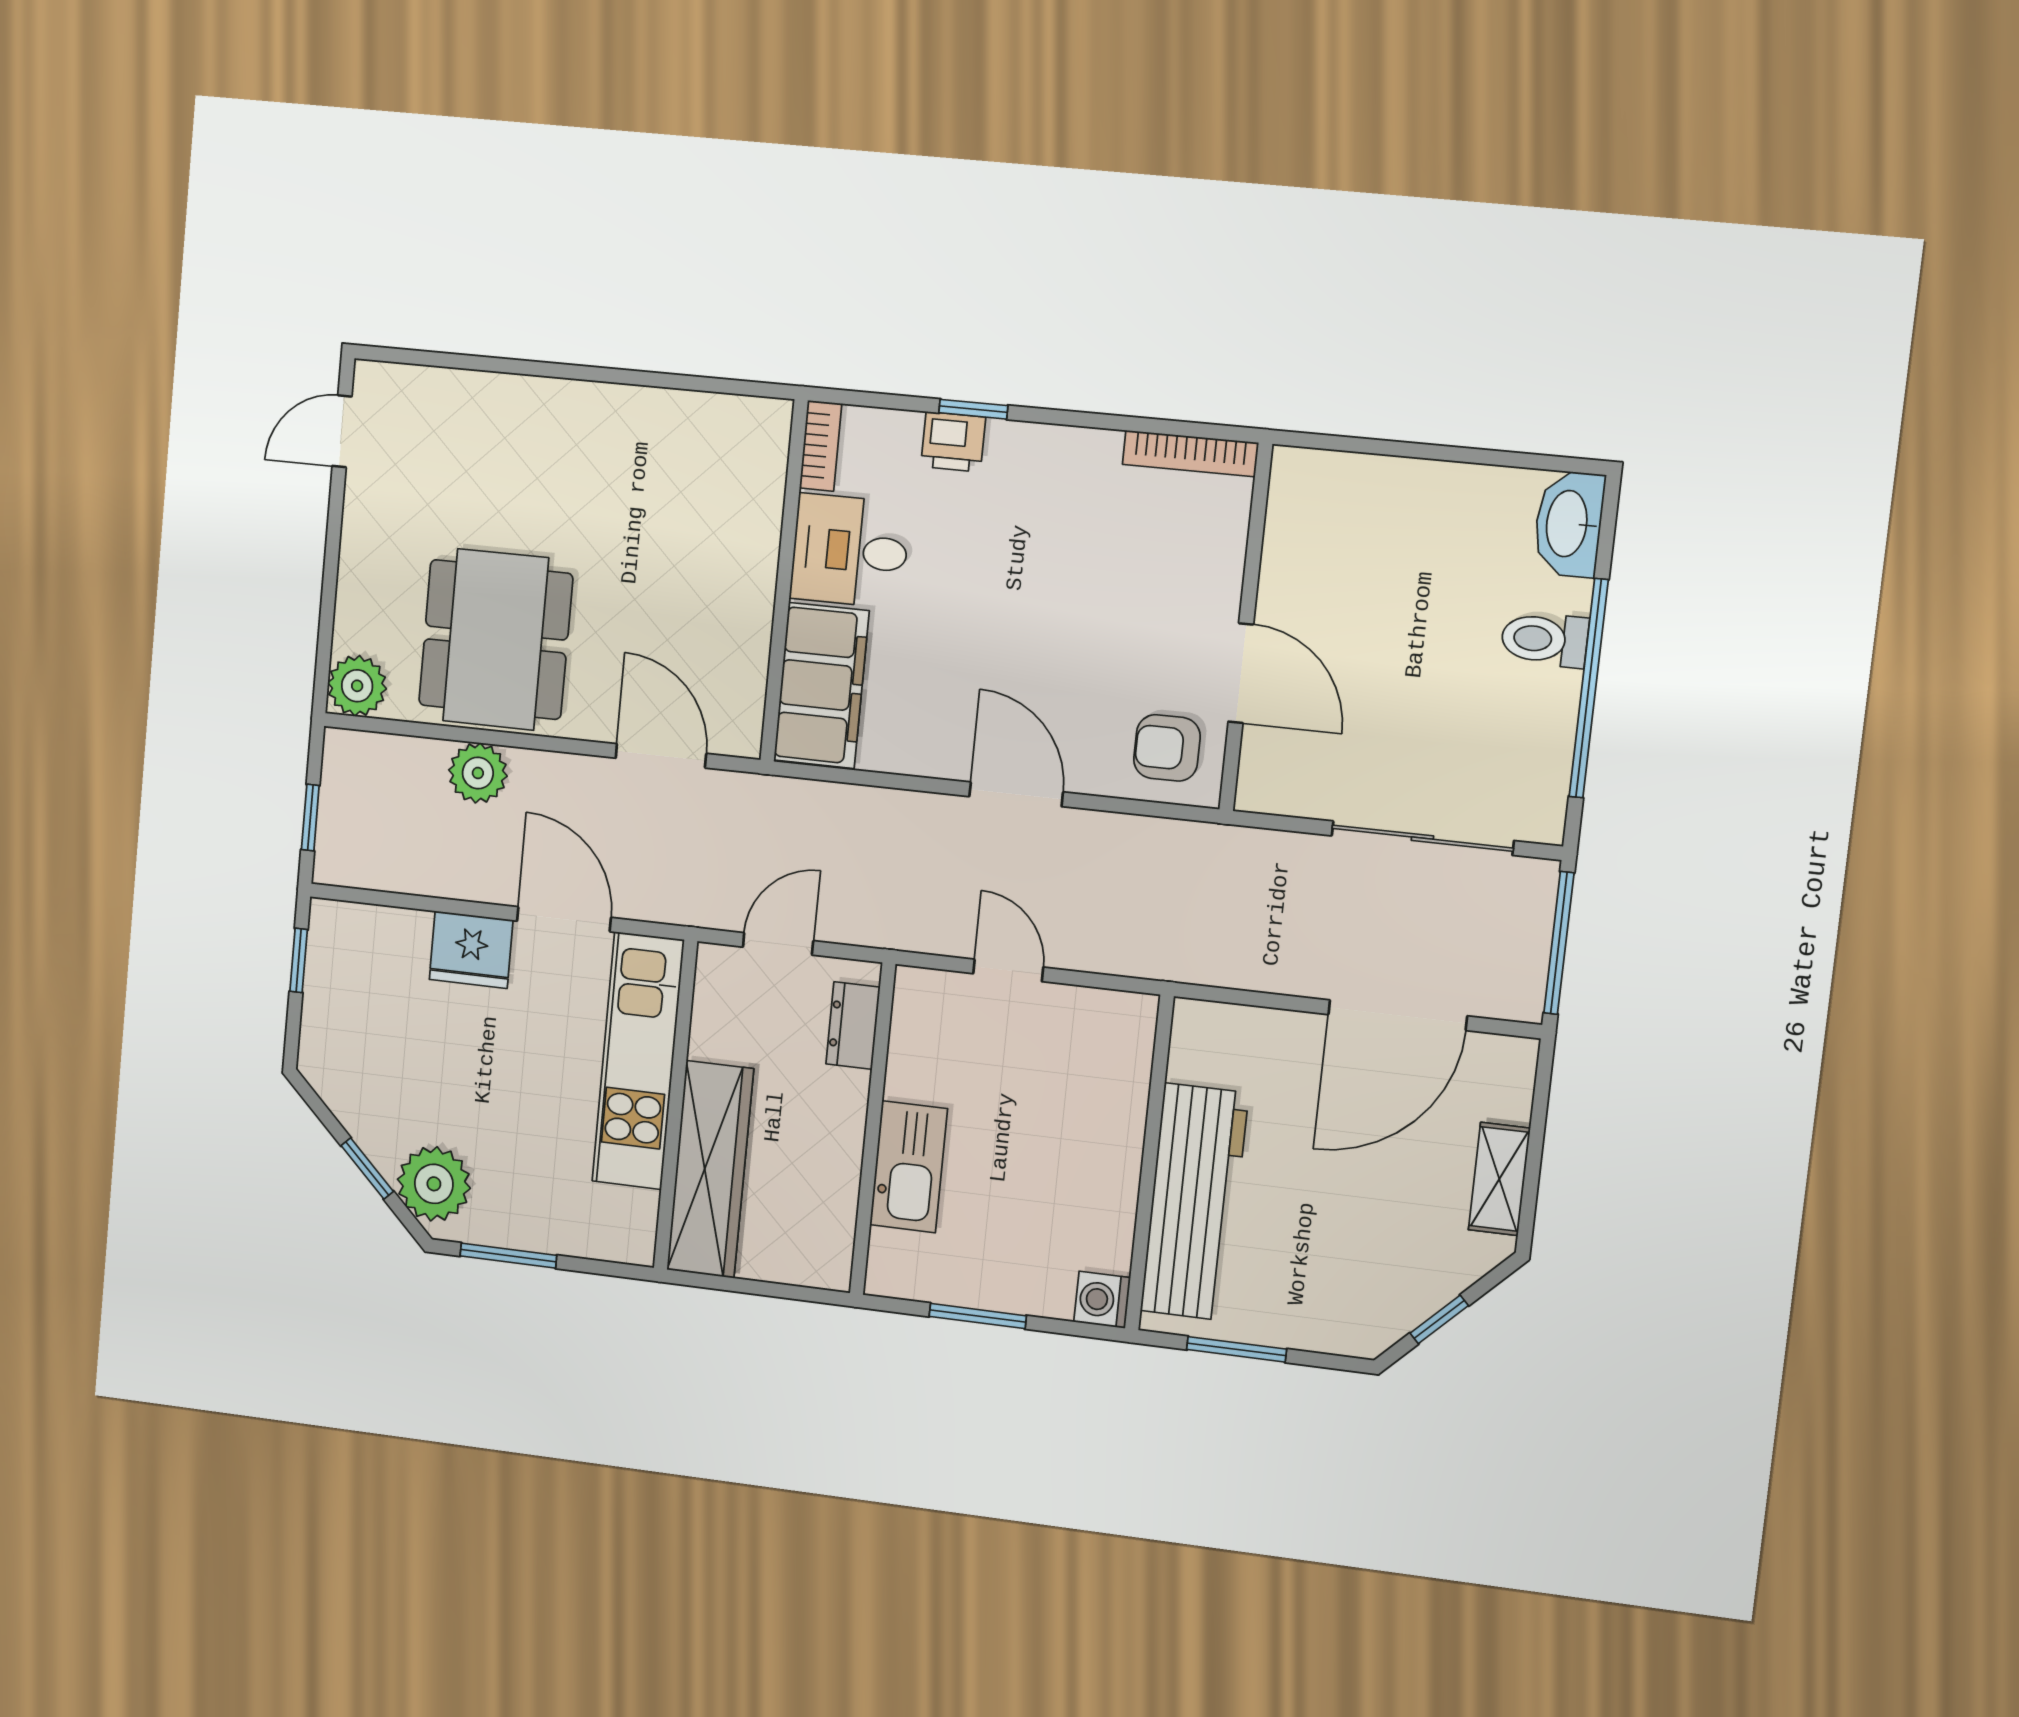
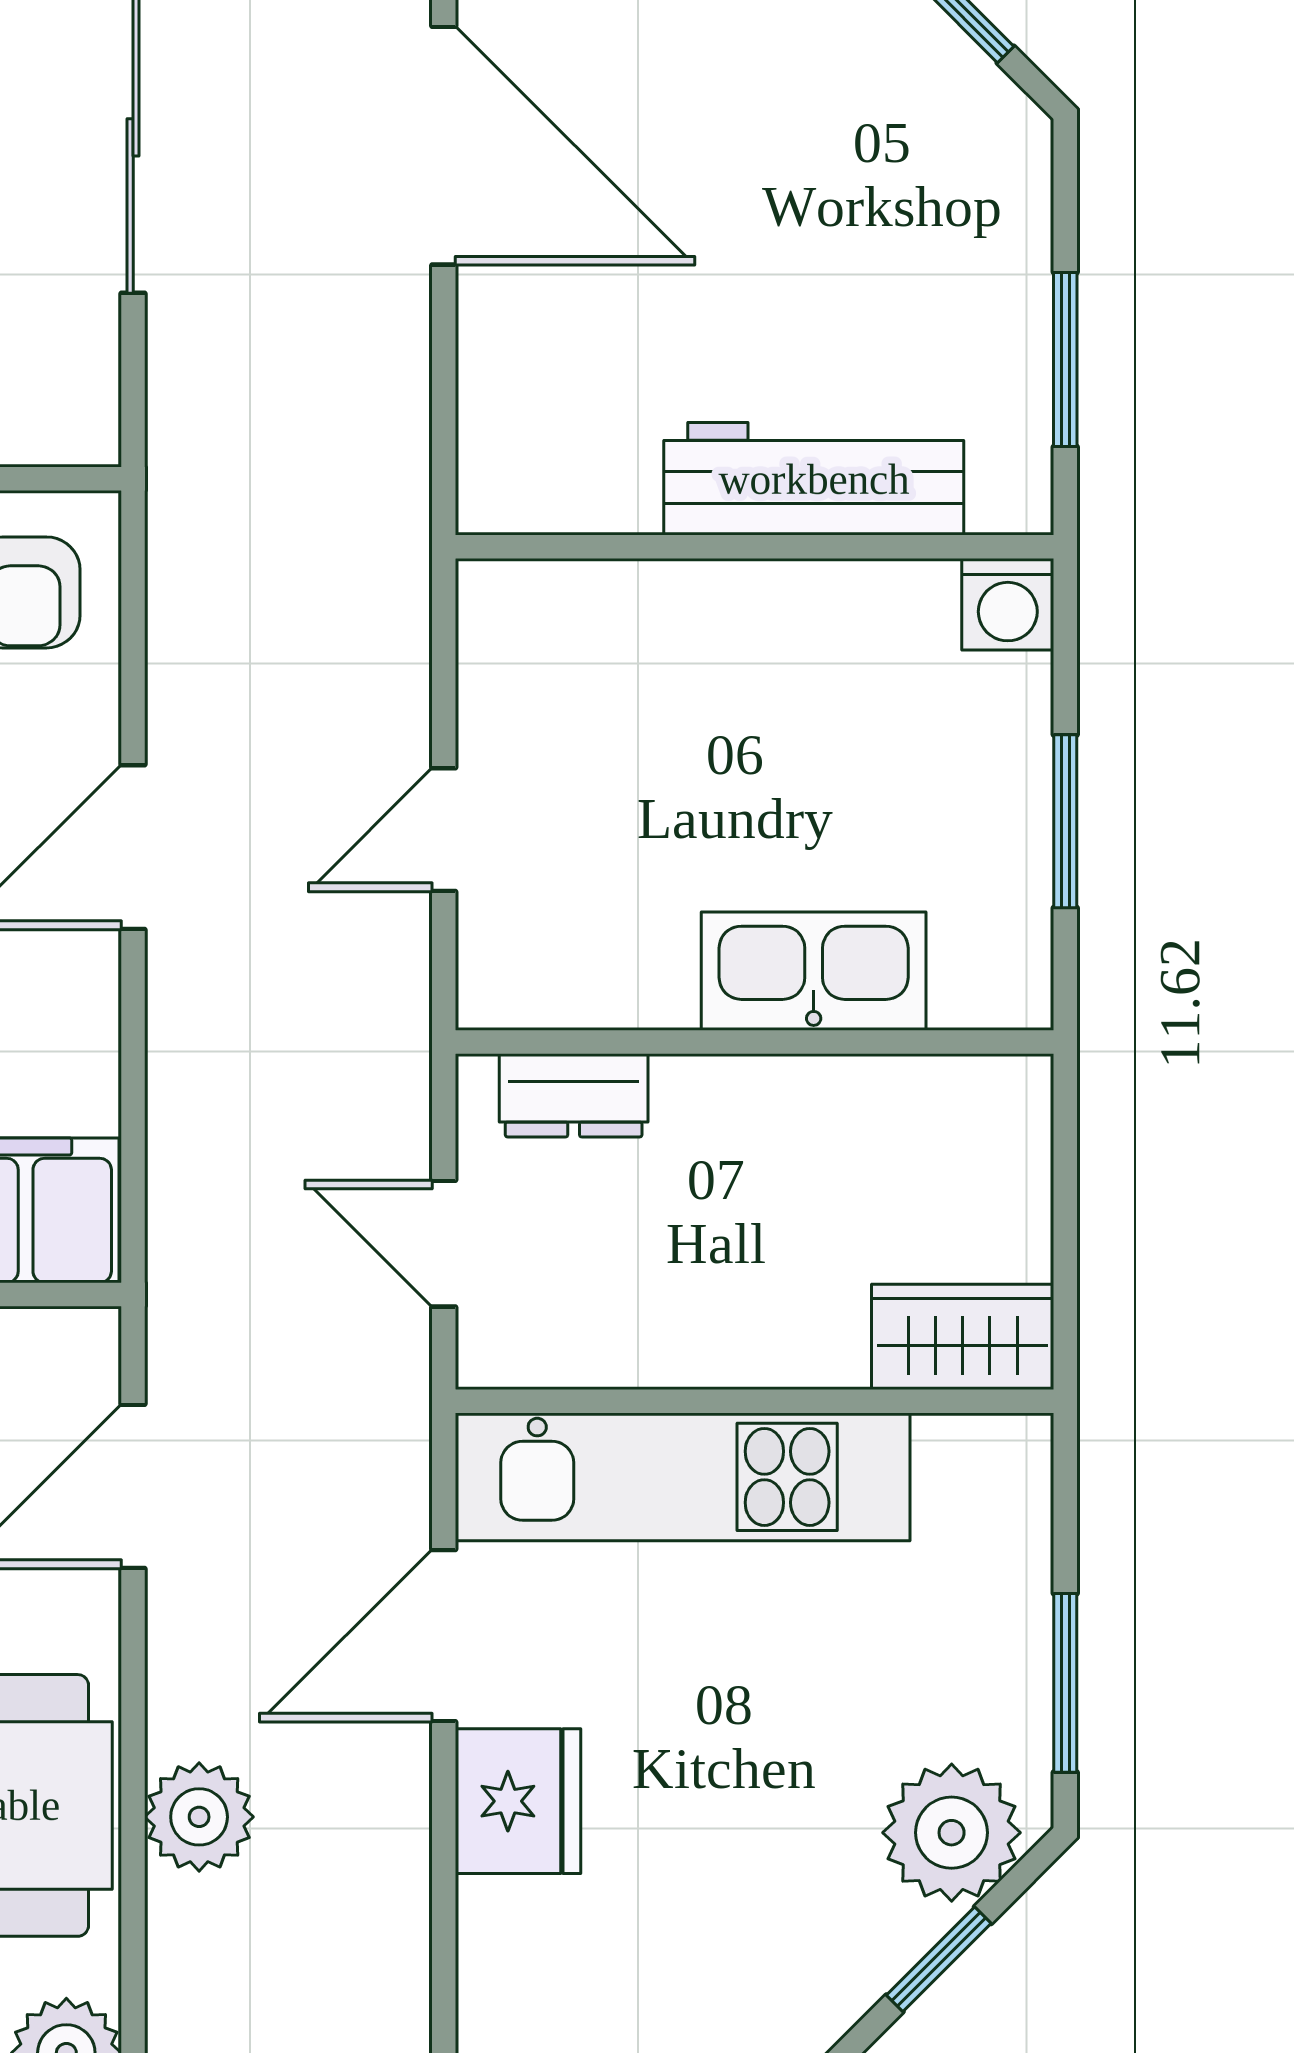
wardrobe: (710, 1169) -> (963, 1337), width x0.48, depth x0.85
workbench: (1195, 1202) -> (814, 479), width x0.73, depth x0.76

